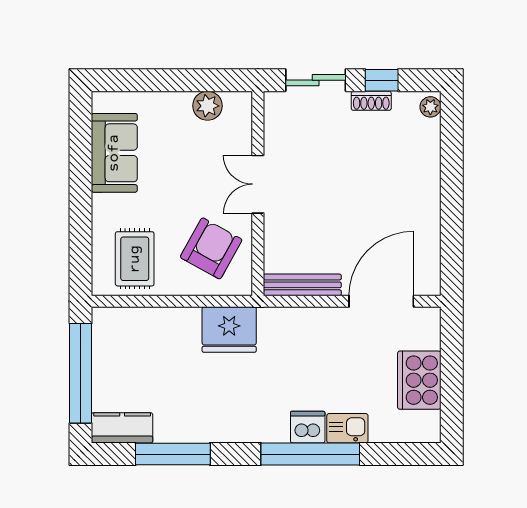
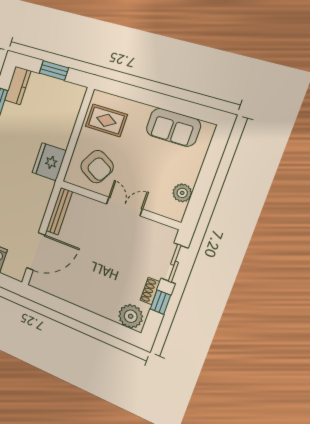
plant: (430, 107) -> (131, 316), width x1.88, depth x1.88
door: (381, 301) -> (36, 251), hinge flipped
window: (81, 373) -> (54, 70), width x0.47

